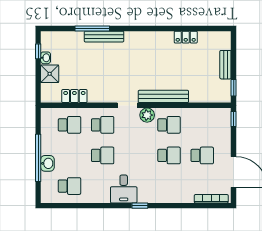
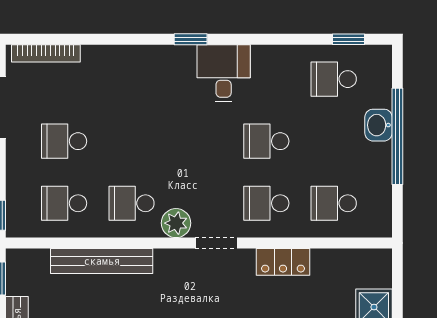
locker: (74, 96) -> (283, 262), moved
bench: (163, 96) -> (102, 261), moved
school desk: (169, 155) -> (64, 203), moved
window: (62, 206) -> (349, 39), added

